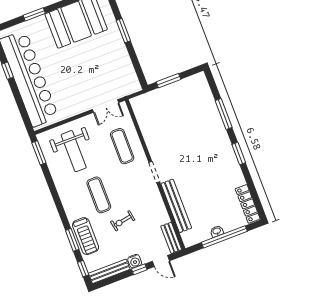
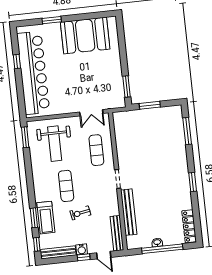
window: (123, 31) -> (127, 87), moved
window: (224, 114) -> (187, 131), moved
bench: (171, 238) -> (117, 233), width x1.36

